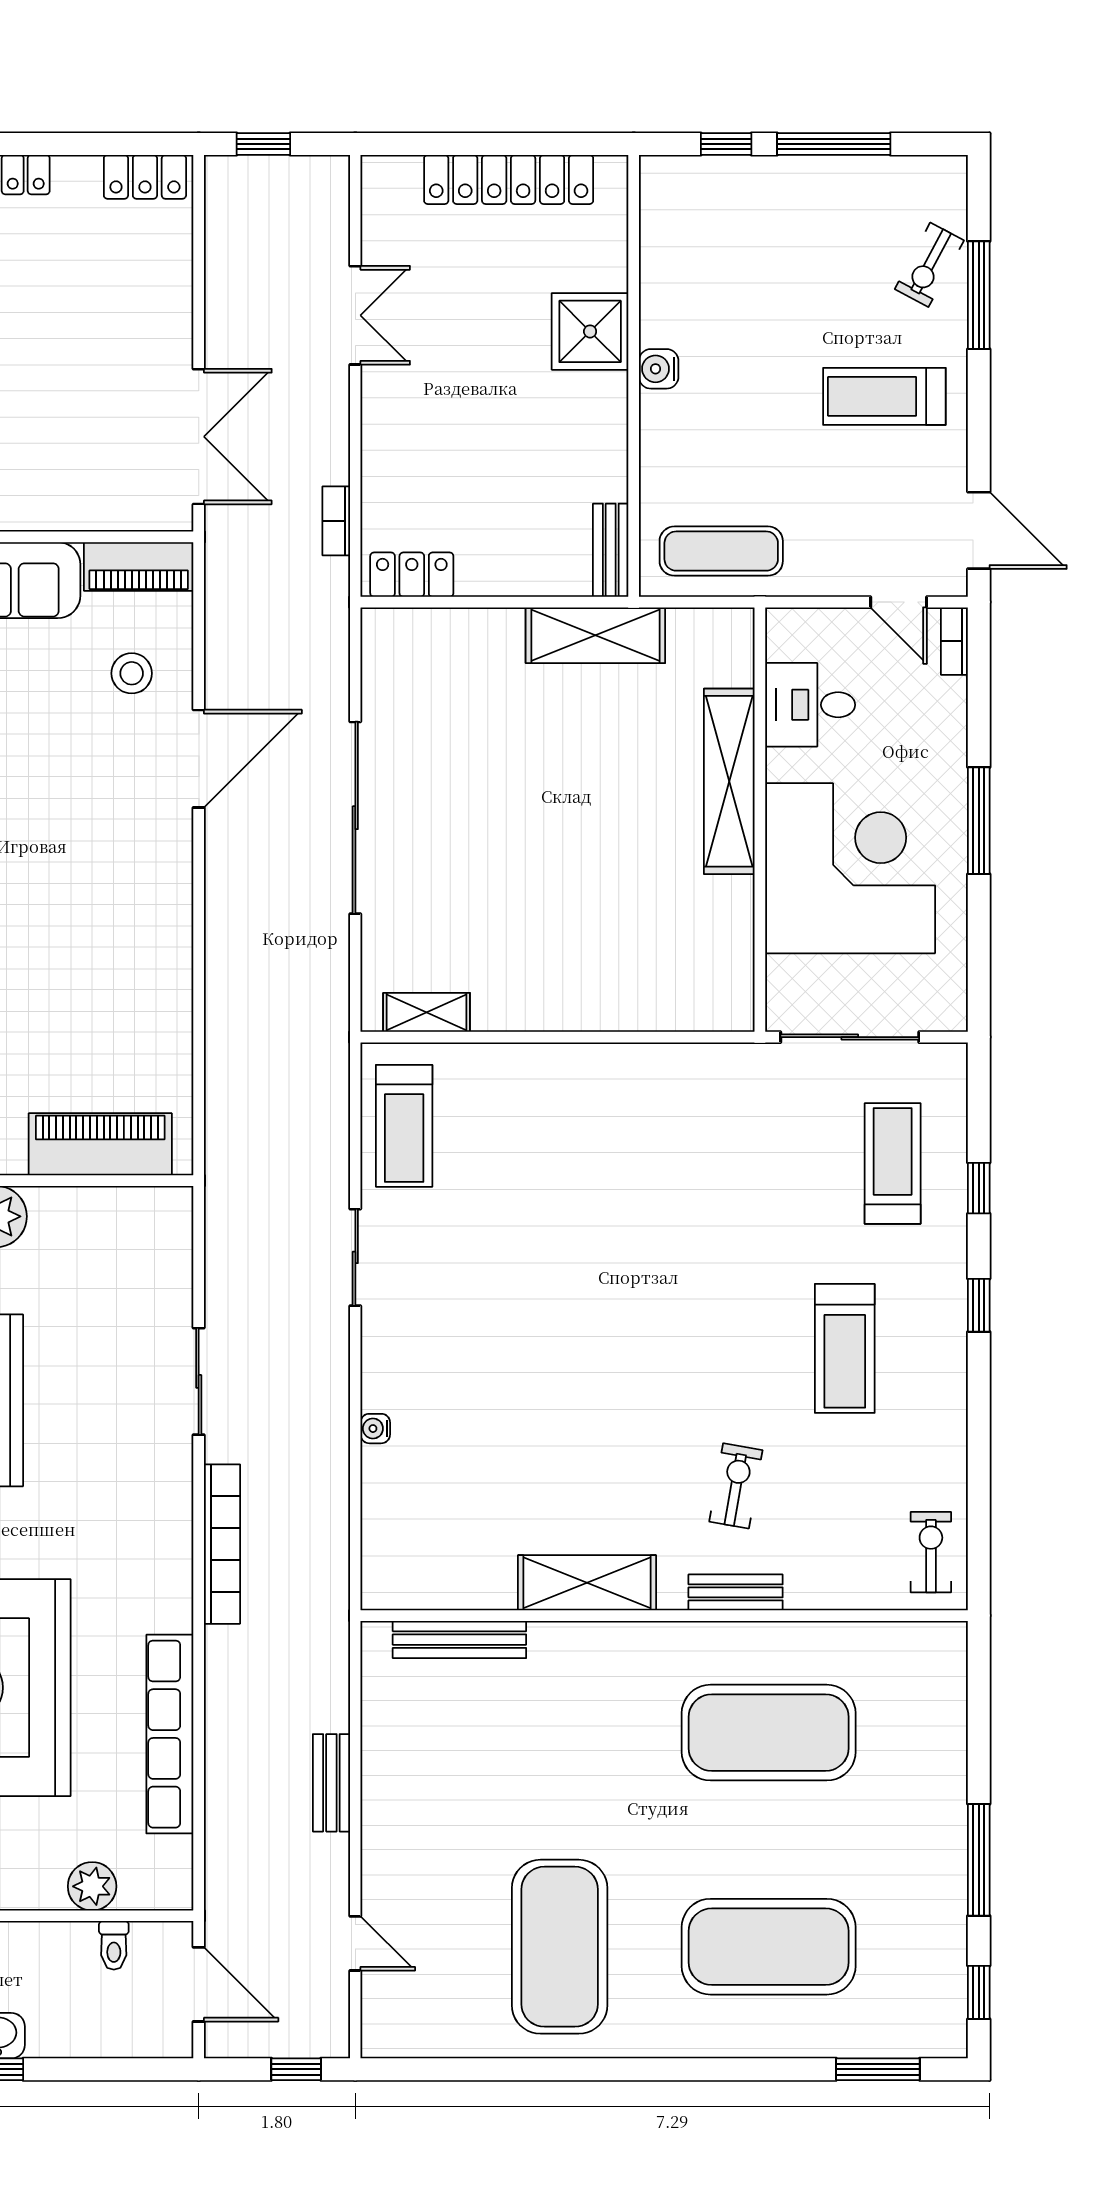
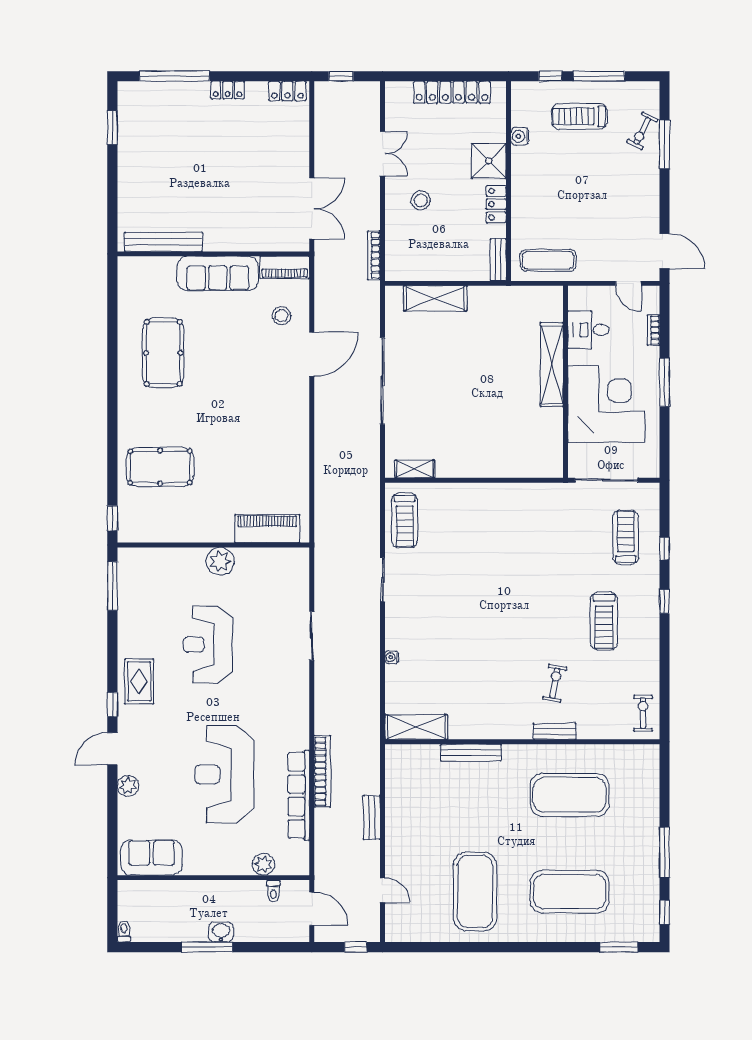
water cooler: (659, 369) -> (520, 136), moved
treadmill: (884, 396) -> (579, 116), moved
stool: (440, 418) -> (421, 200), added
bookcase: (336, 521) -> (374, 255), width x1.56
locker: (412, 575) -> (496, 204), moved, turned -90
shelving: (595, 635) -> (435, 298), moved
bookcase: (954, 641) -> (654, 330), moved
bookcase: (222, 1544) -> (322, 771), moved
shelving: (587, 1583) -> (416, 727), moved
bench: (459, 1640) -> (471, 753), moved

